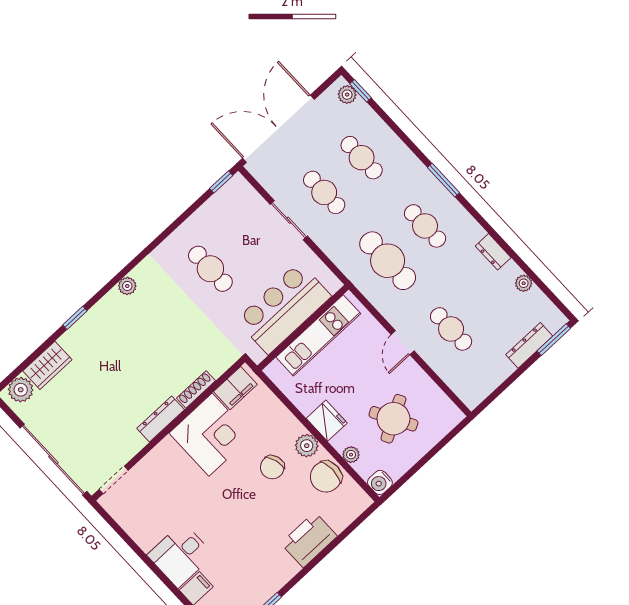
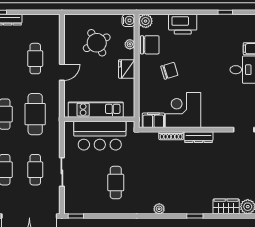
plant: (307, 446) -> (146, 21), moved

